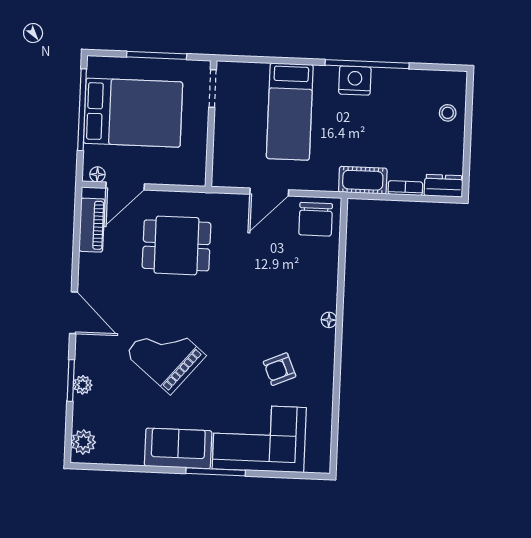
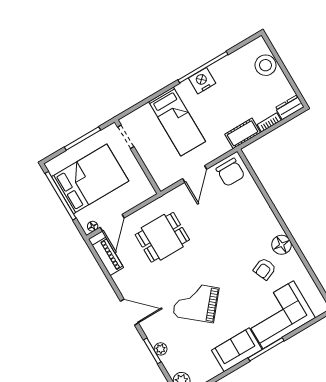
stool: (448, 113) -> (266, 65), width x1.89, depth x1.89
floor lamp: (329, 320) -> (282, 245), moved, width x1.89, depth x1.89

